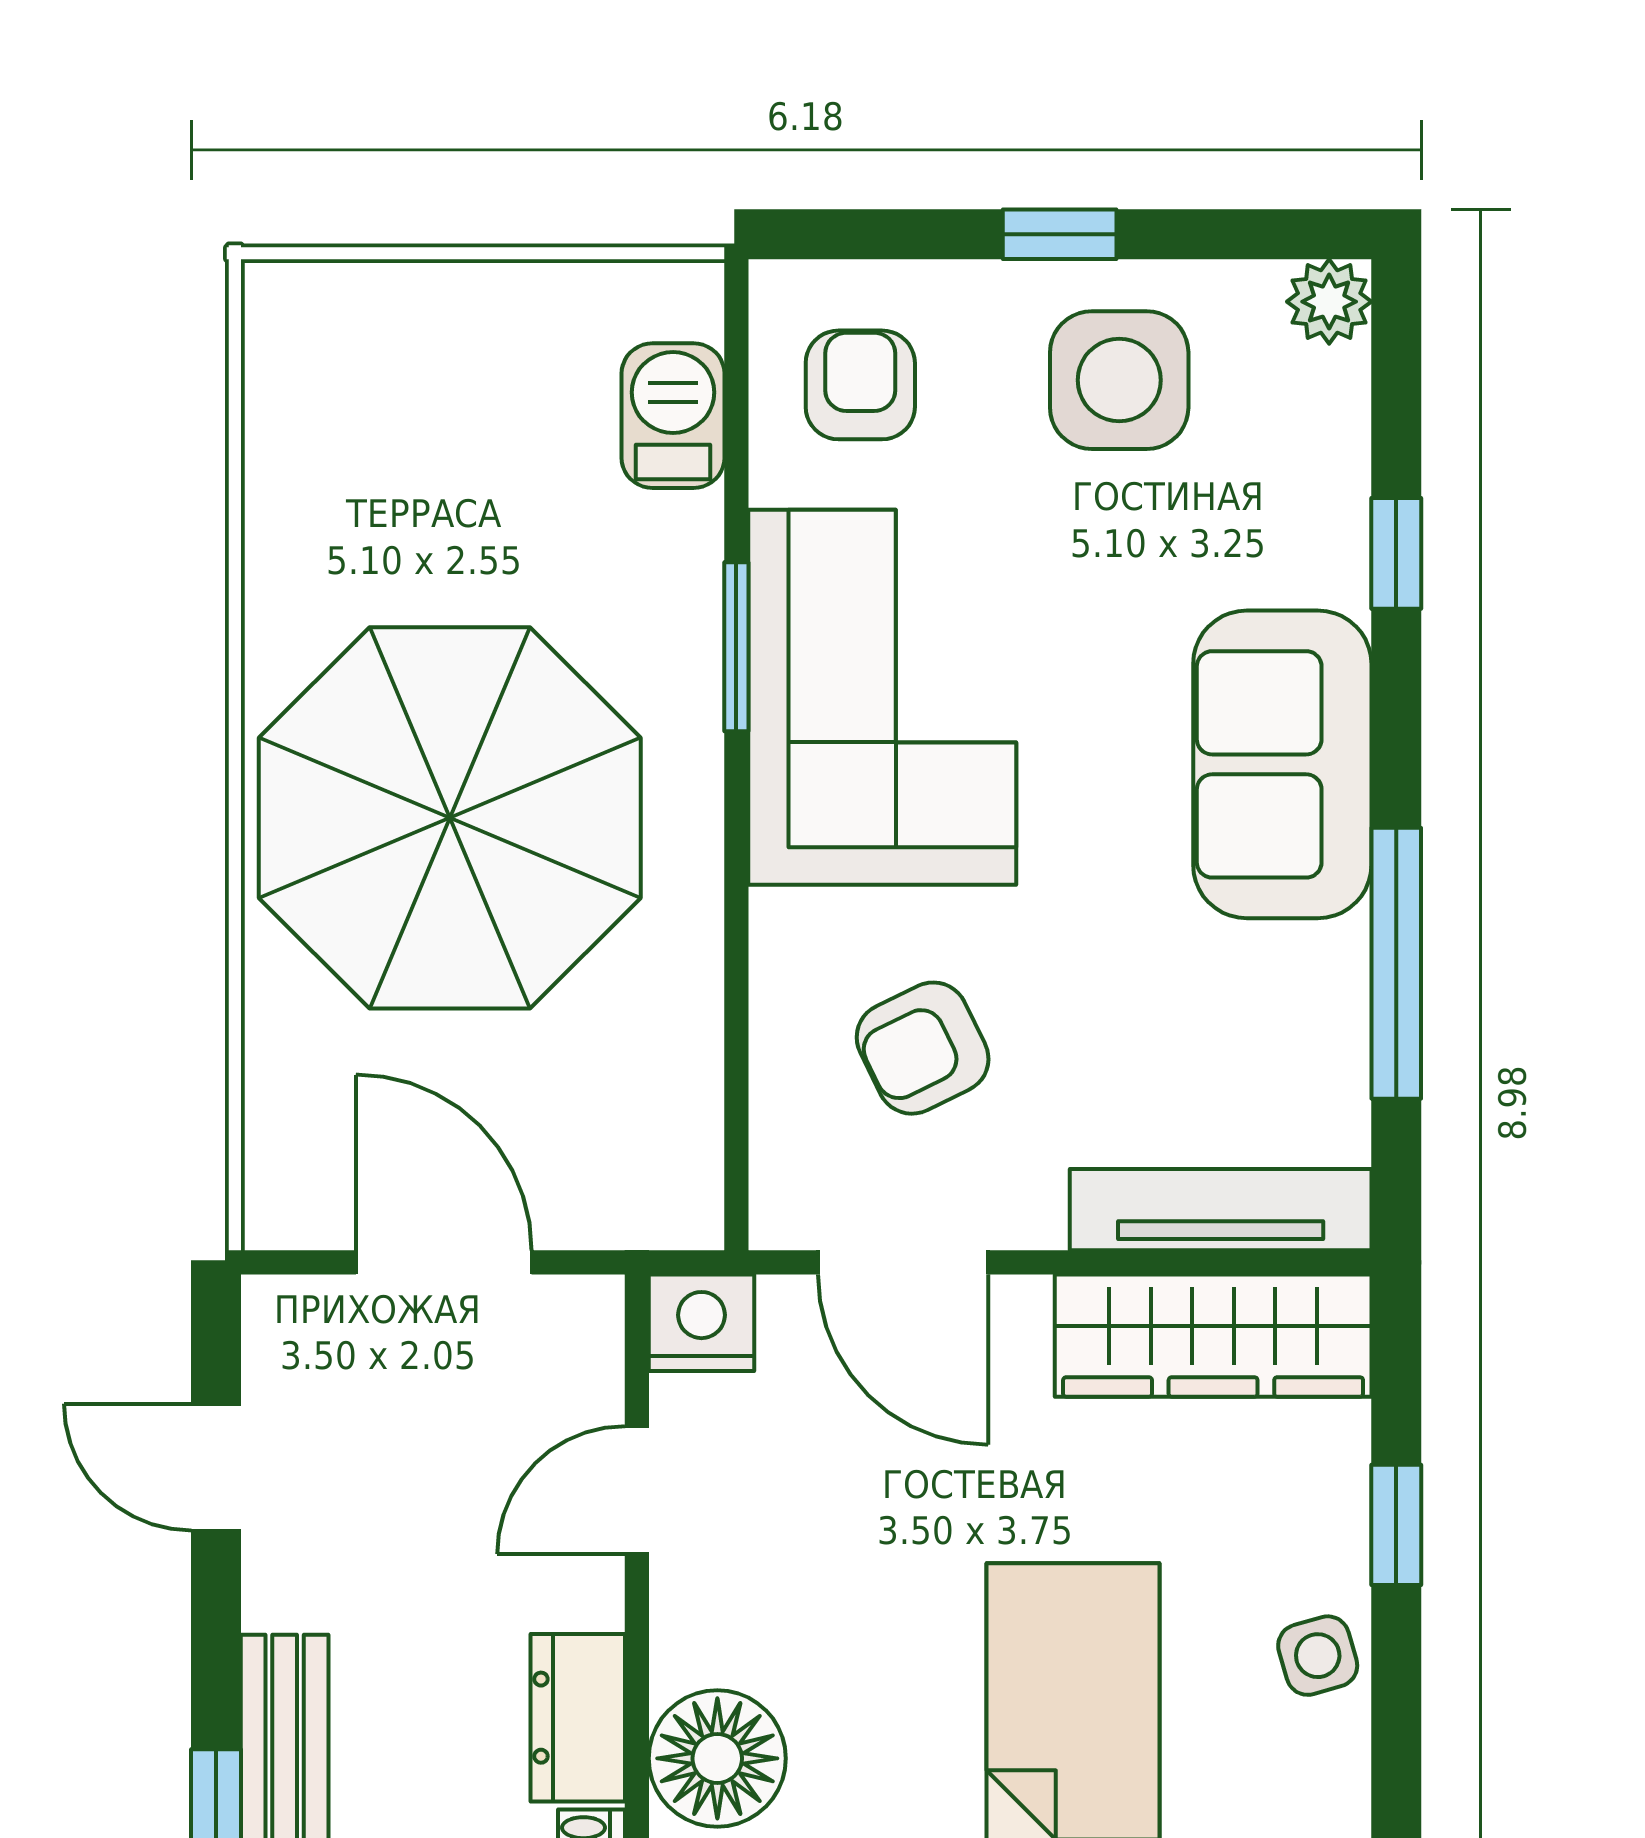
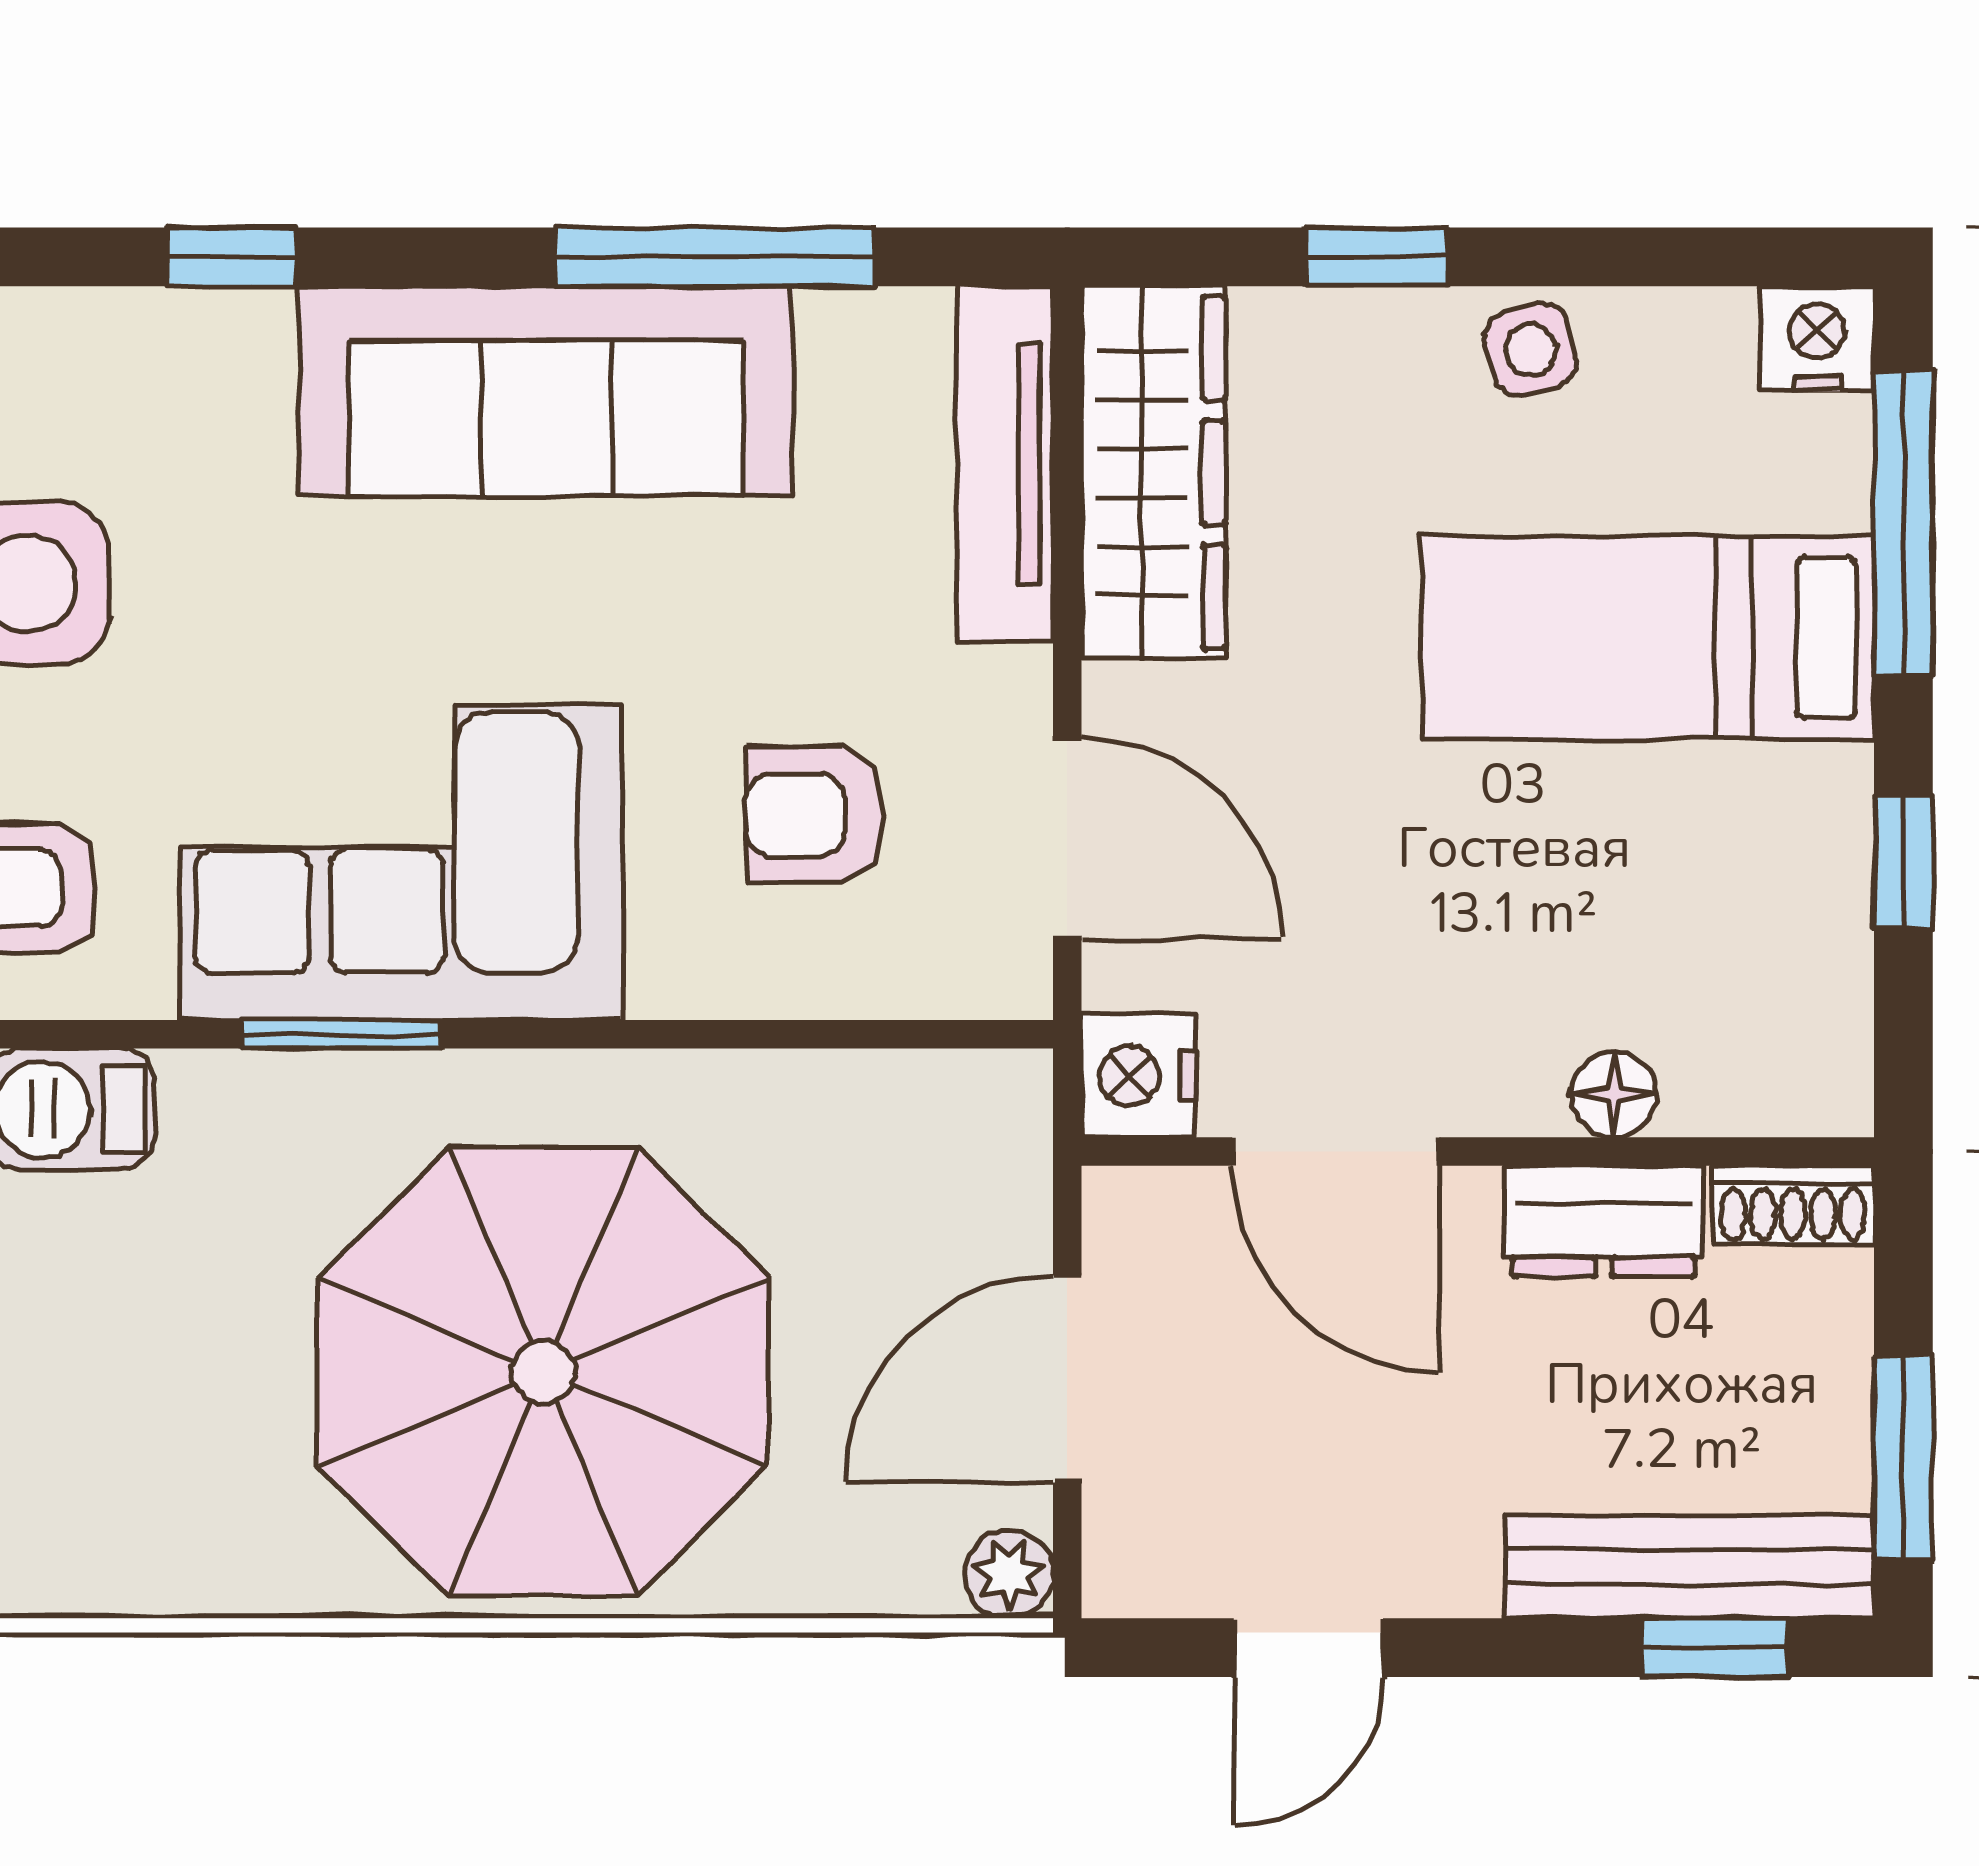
sofa: (1282, 764) -> (546, 391), width x1.36
armchair: (923, 1048) -> (815, 815), turned 116
plant: (278, 1213) -> (1009, 1574), added
door: (903, 1262) -> (1067, 838), hinge flipped
door: (637, 1490) -> (1336, 1152), width x1.38
floor lamp: (717, 1758) -> (1614, 1095), width x0.53, depth x0.53

